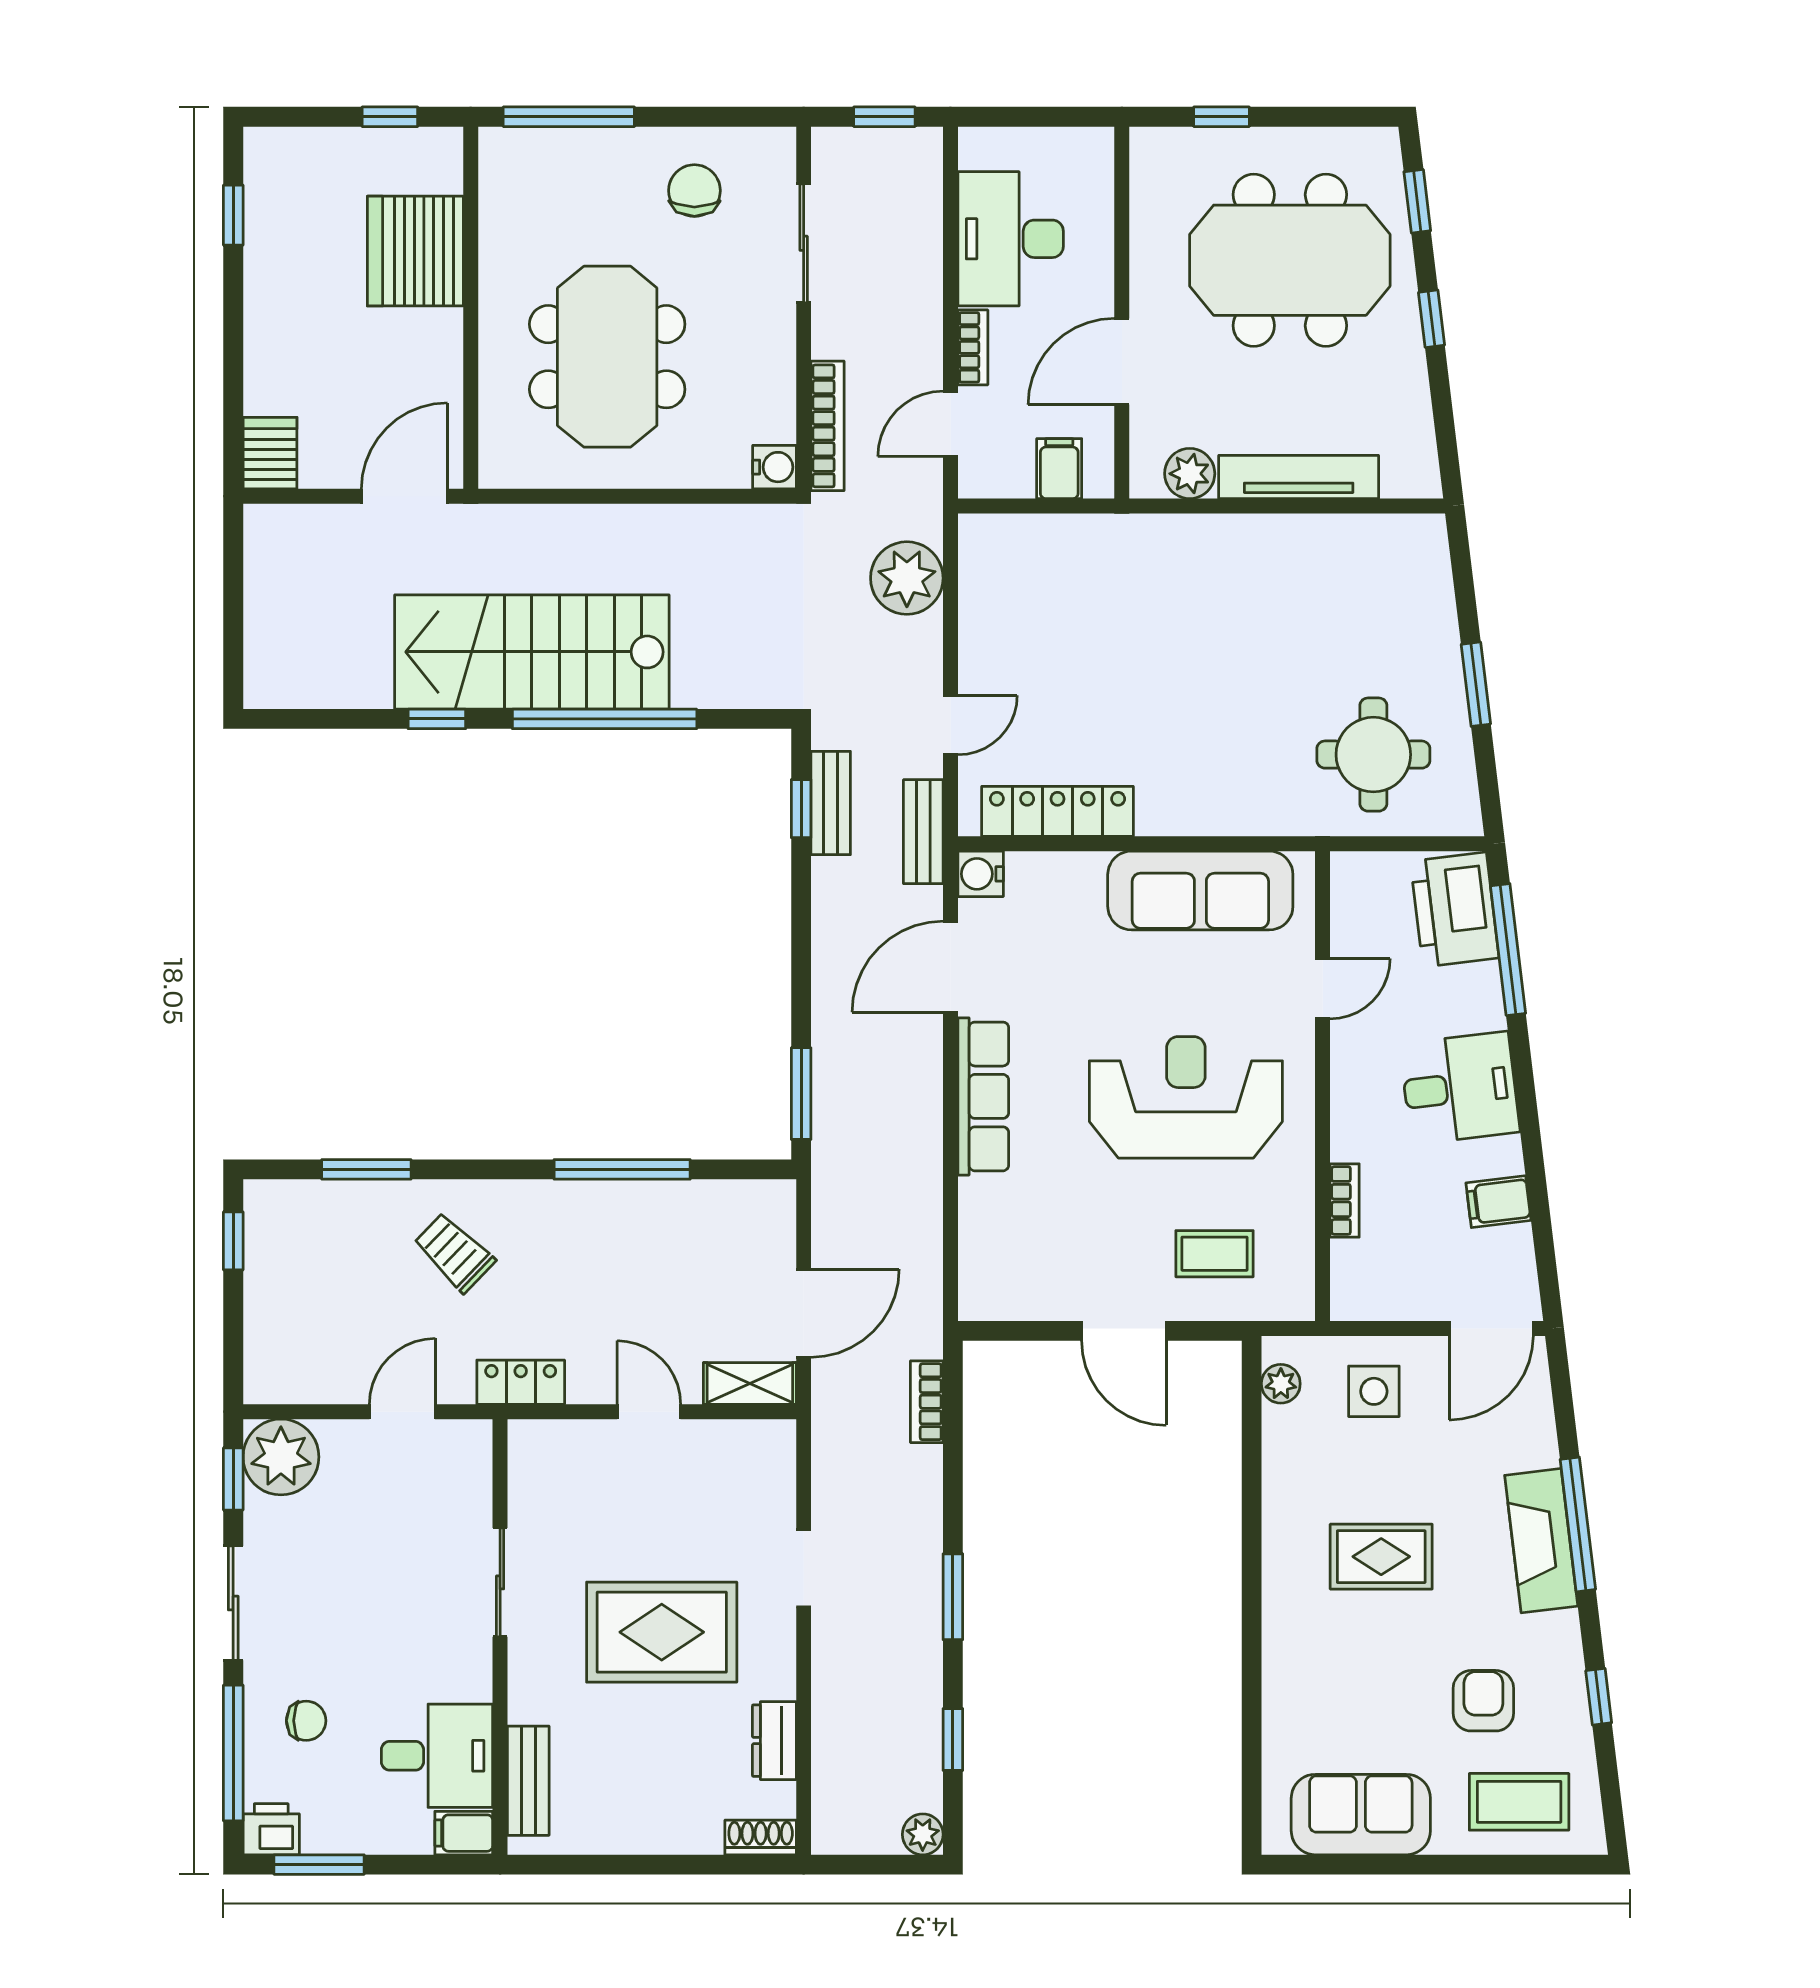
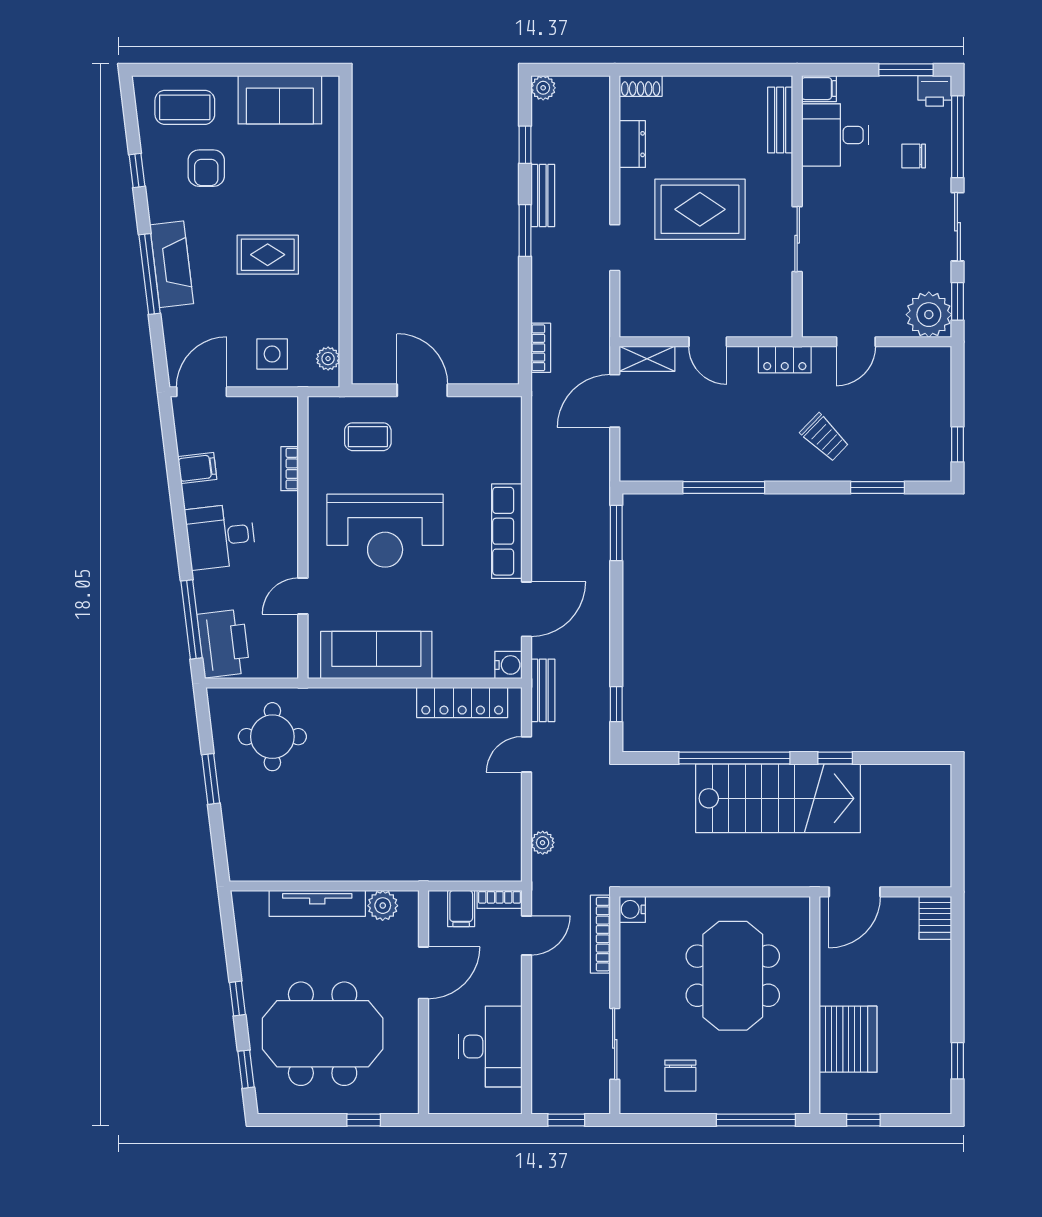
bookcase: (973, 347) -> (500, 899), moved, turned -90
plant: (907, 578) -> (543, 843), width x0.53, depth x0.53
bench: (831, 803) -> (543, 196), moved

